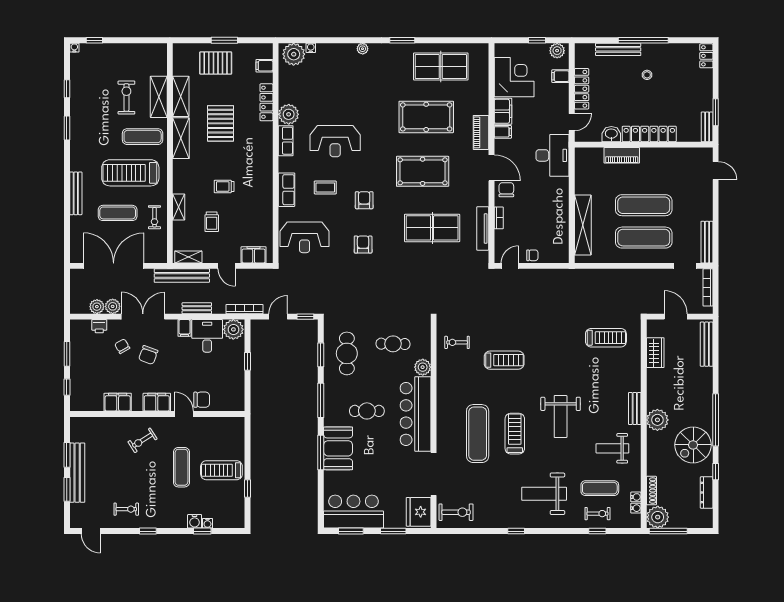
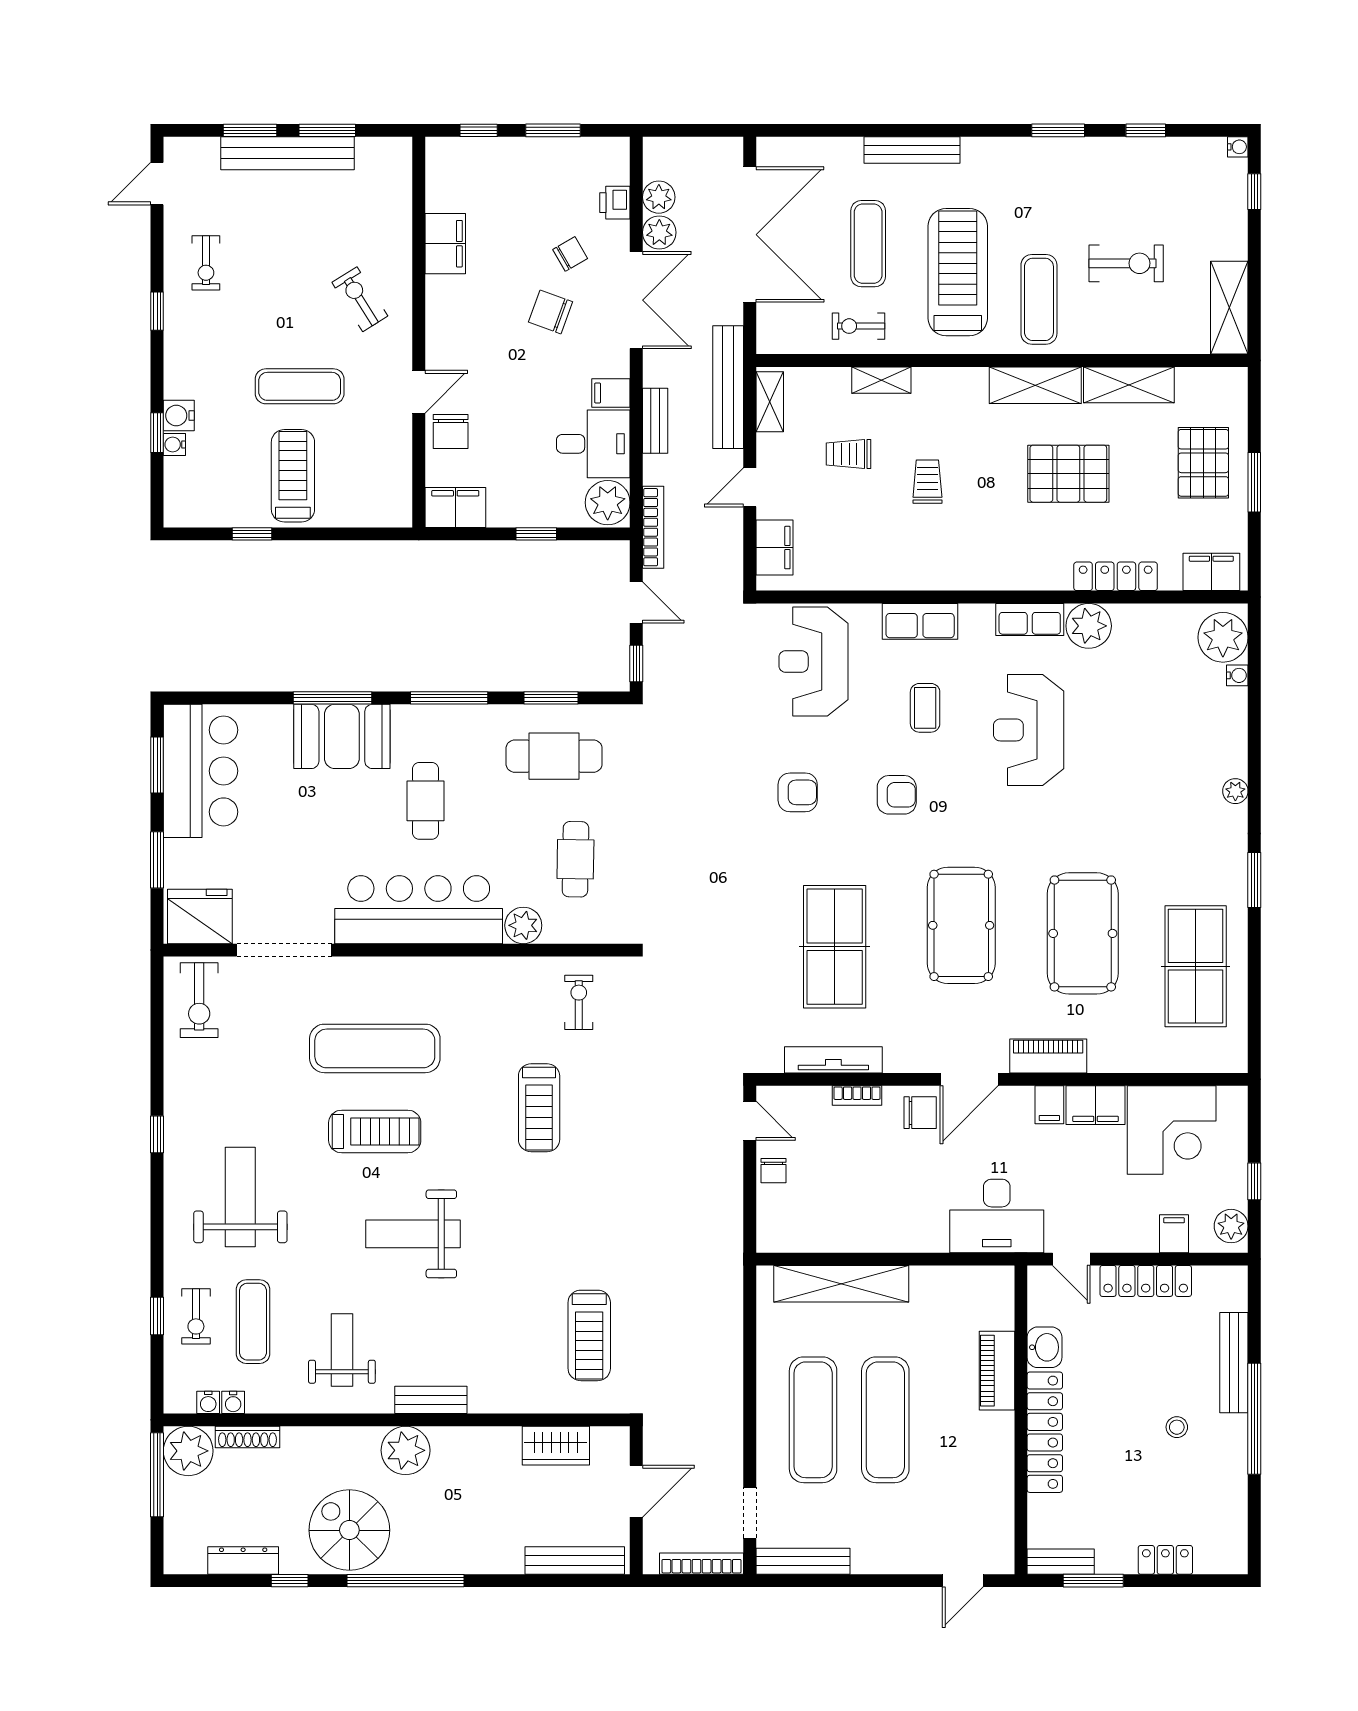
locker: (706, 56) -> (1165, 1560), moved
filing cabinet: (264, 66) -> (1211, 572), width x2.00
shelving: (159, 97) -> (1229, 308), moved, turned 90
filing cabinet: (157, 402) -> (455, 507), moved, turned -90

